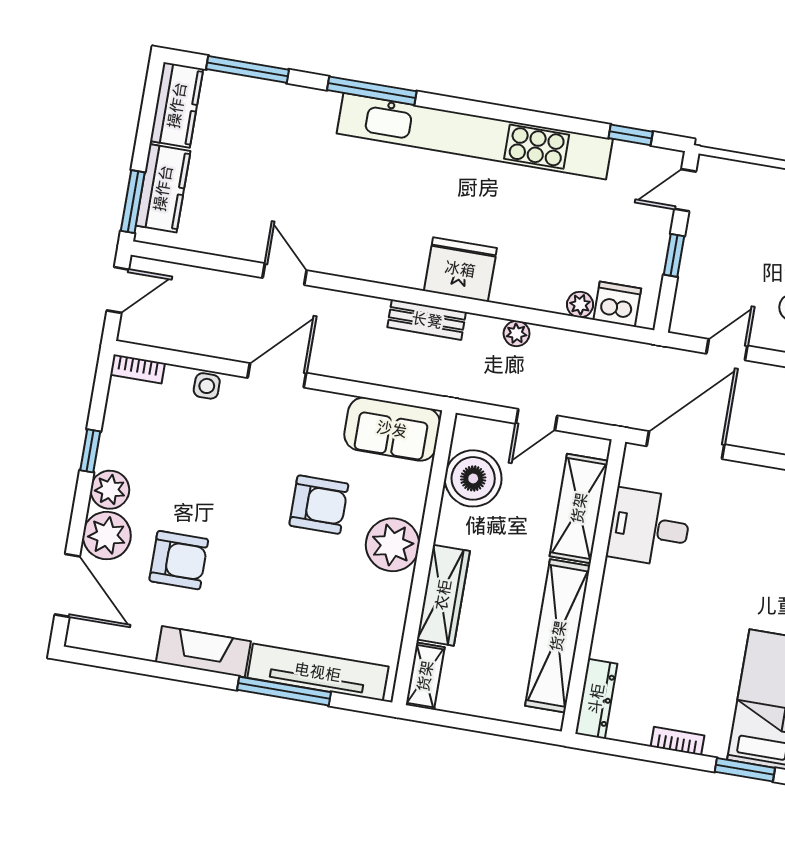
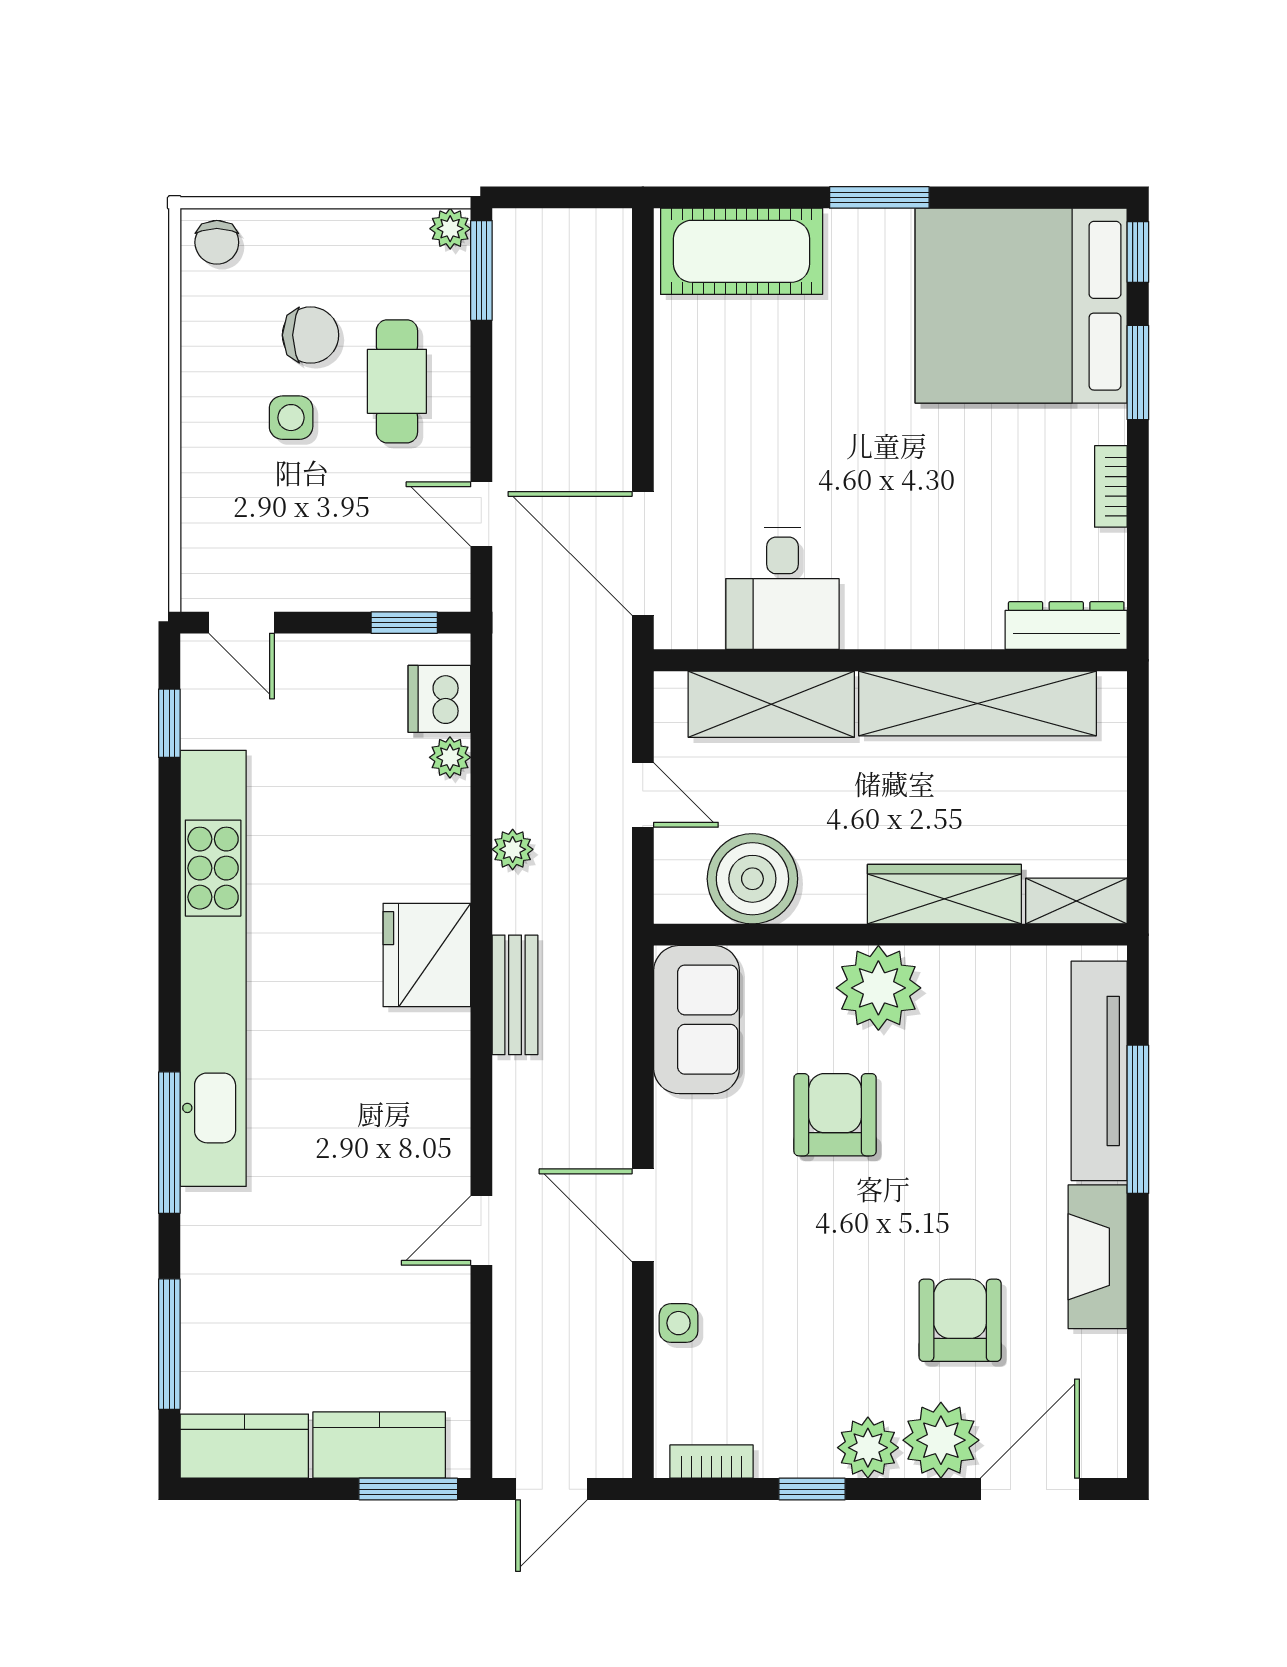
window: (674, 255) -> (404, 623), moved
door: (118, 290) -> (551, 1489), swing flipped
bookcase: (137, 369) -> (712, 1462), moved, turned -90

